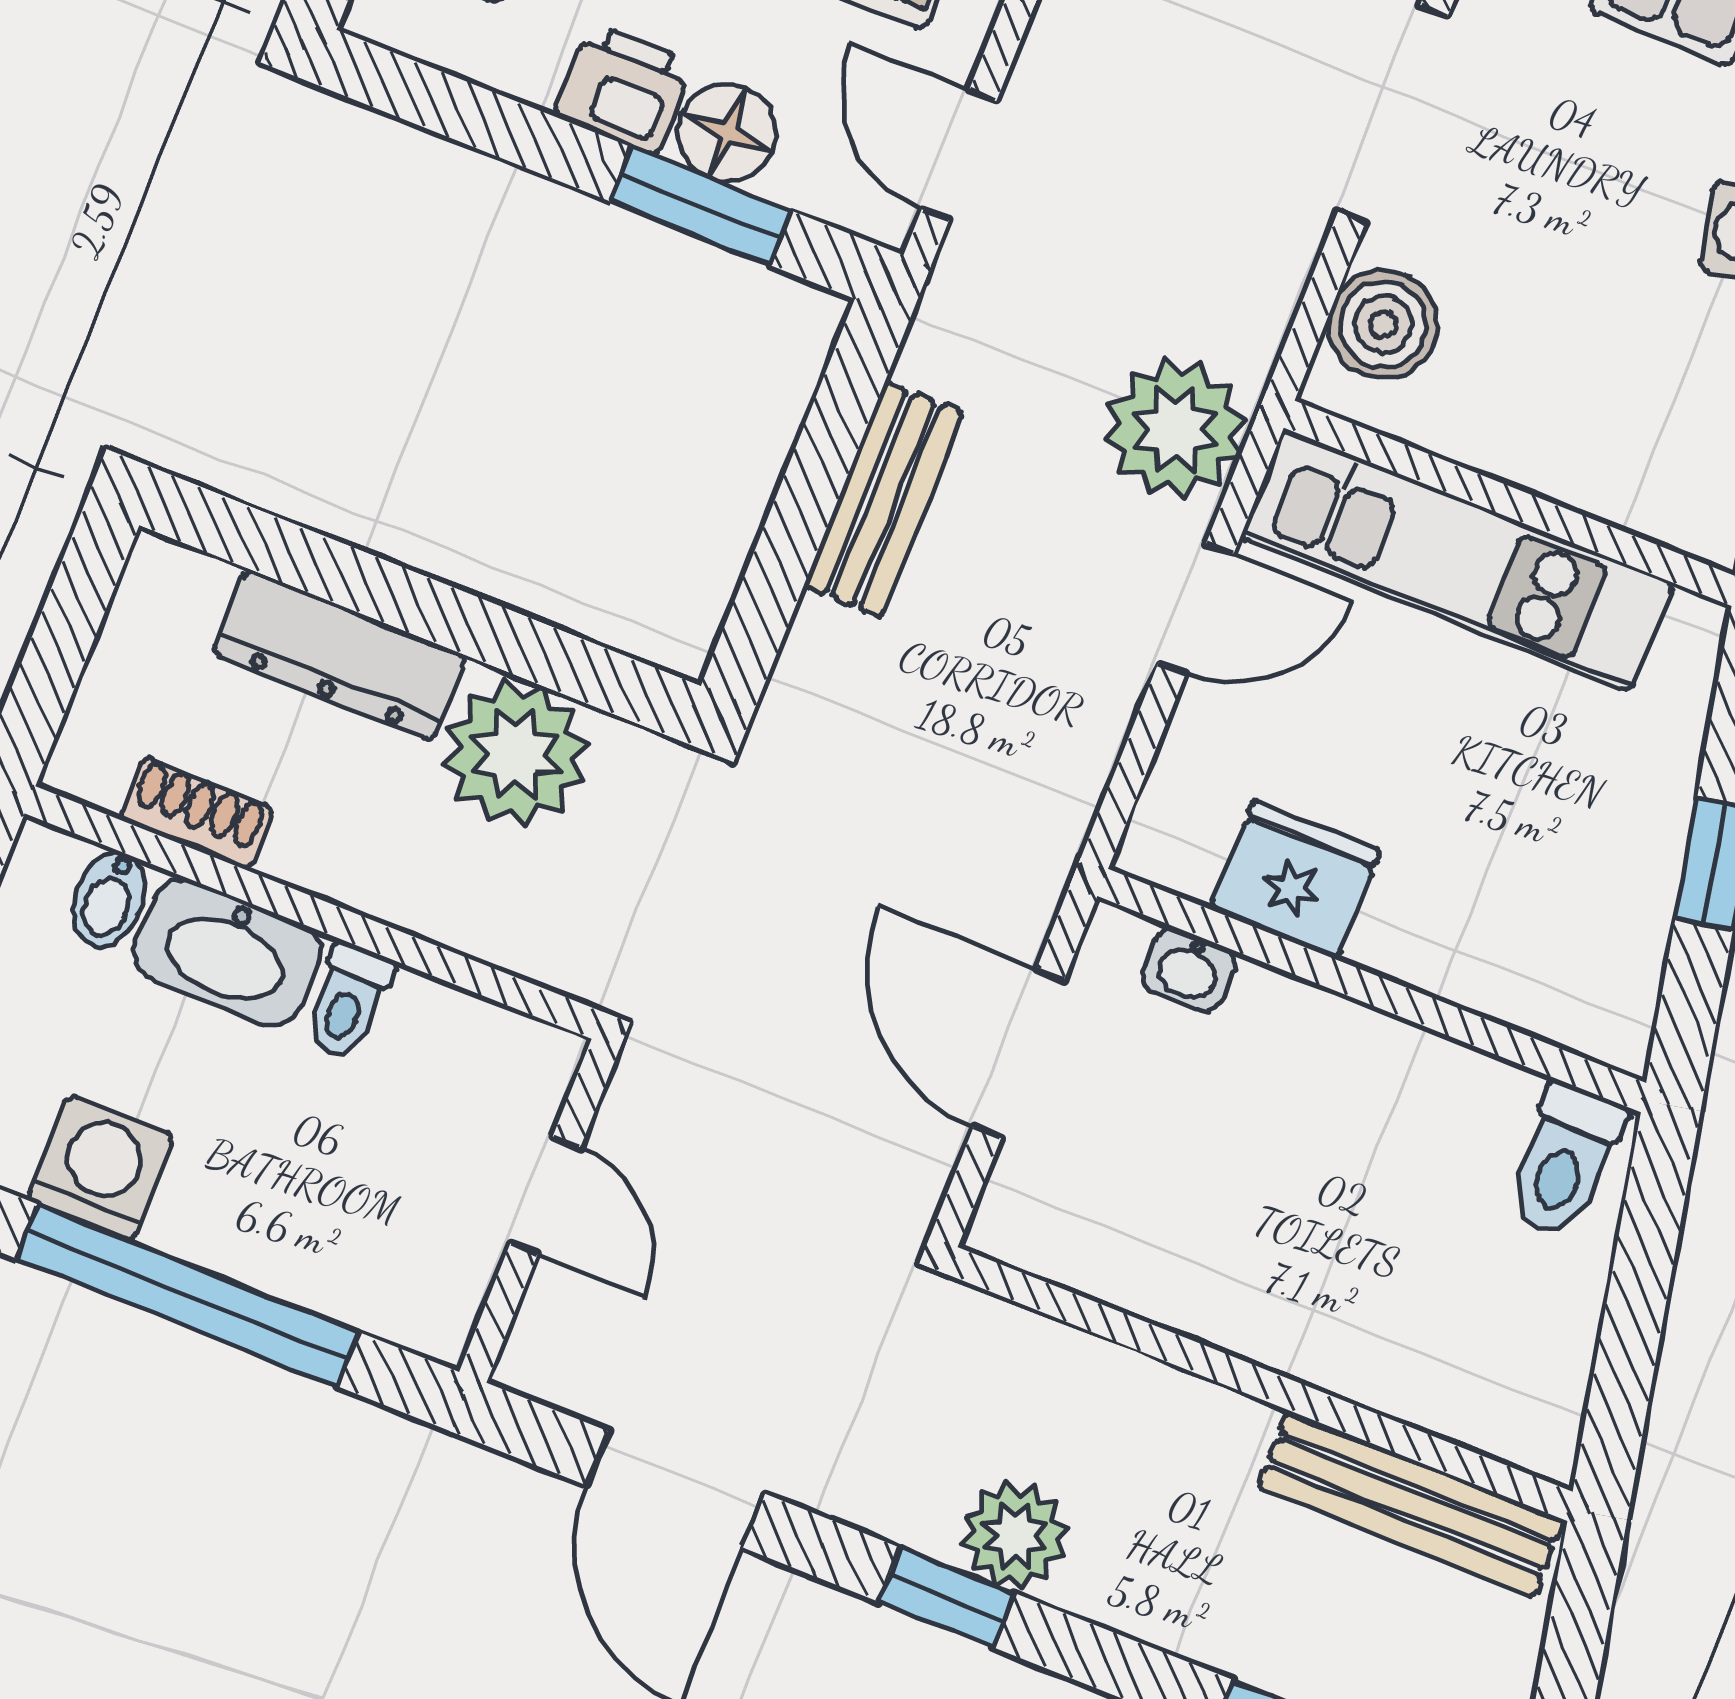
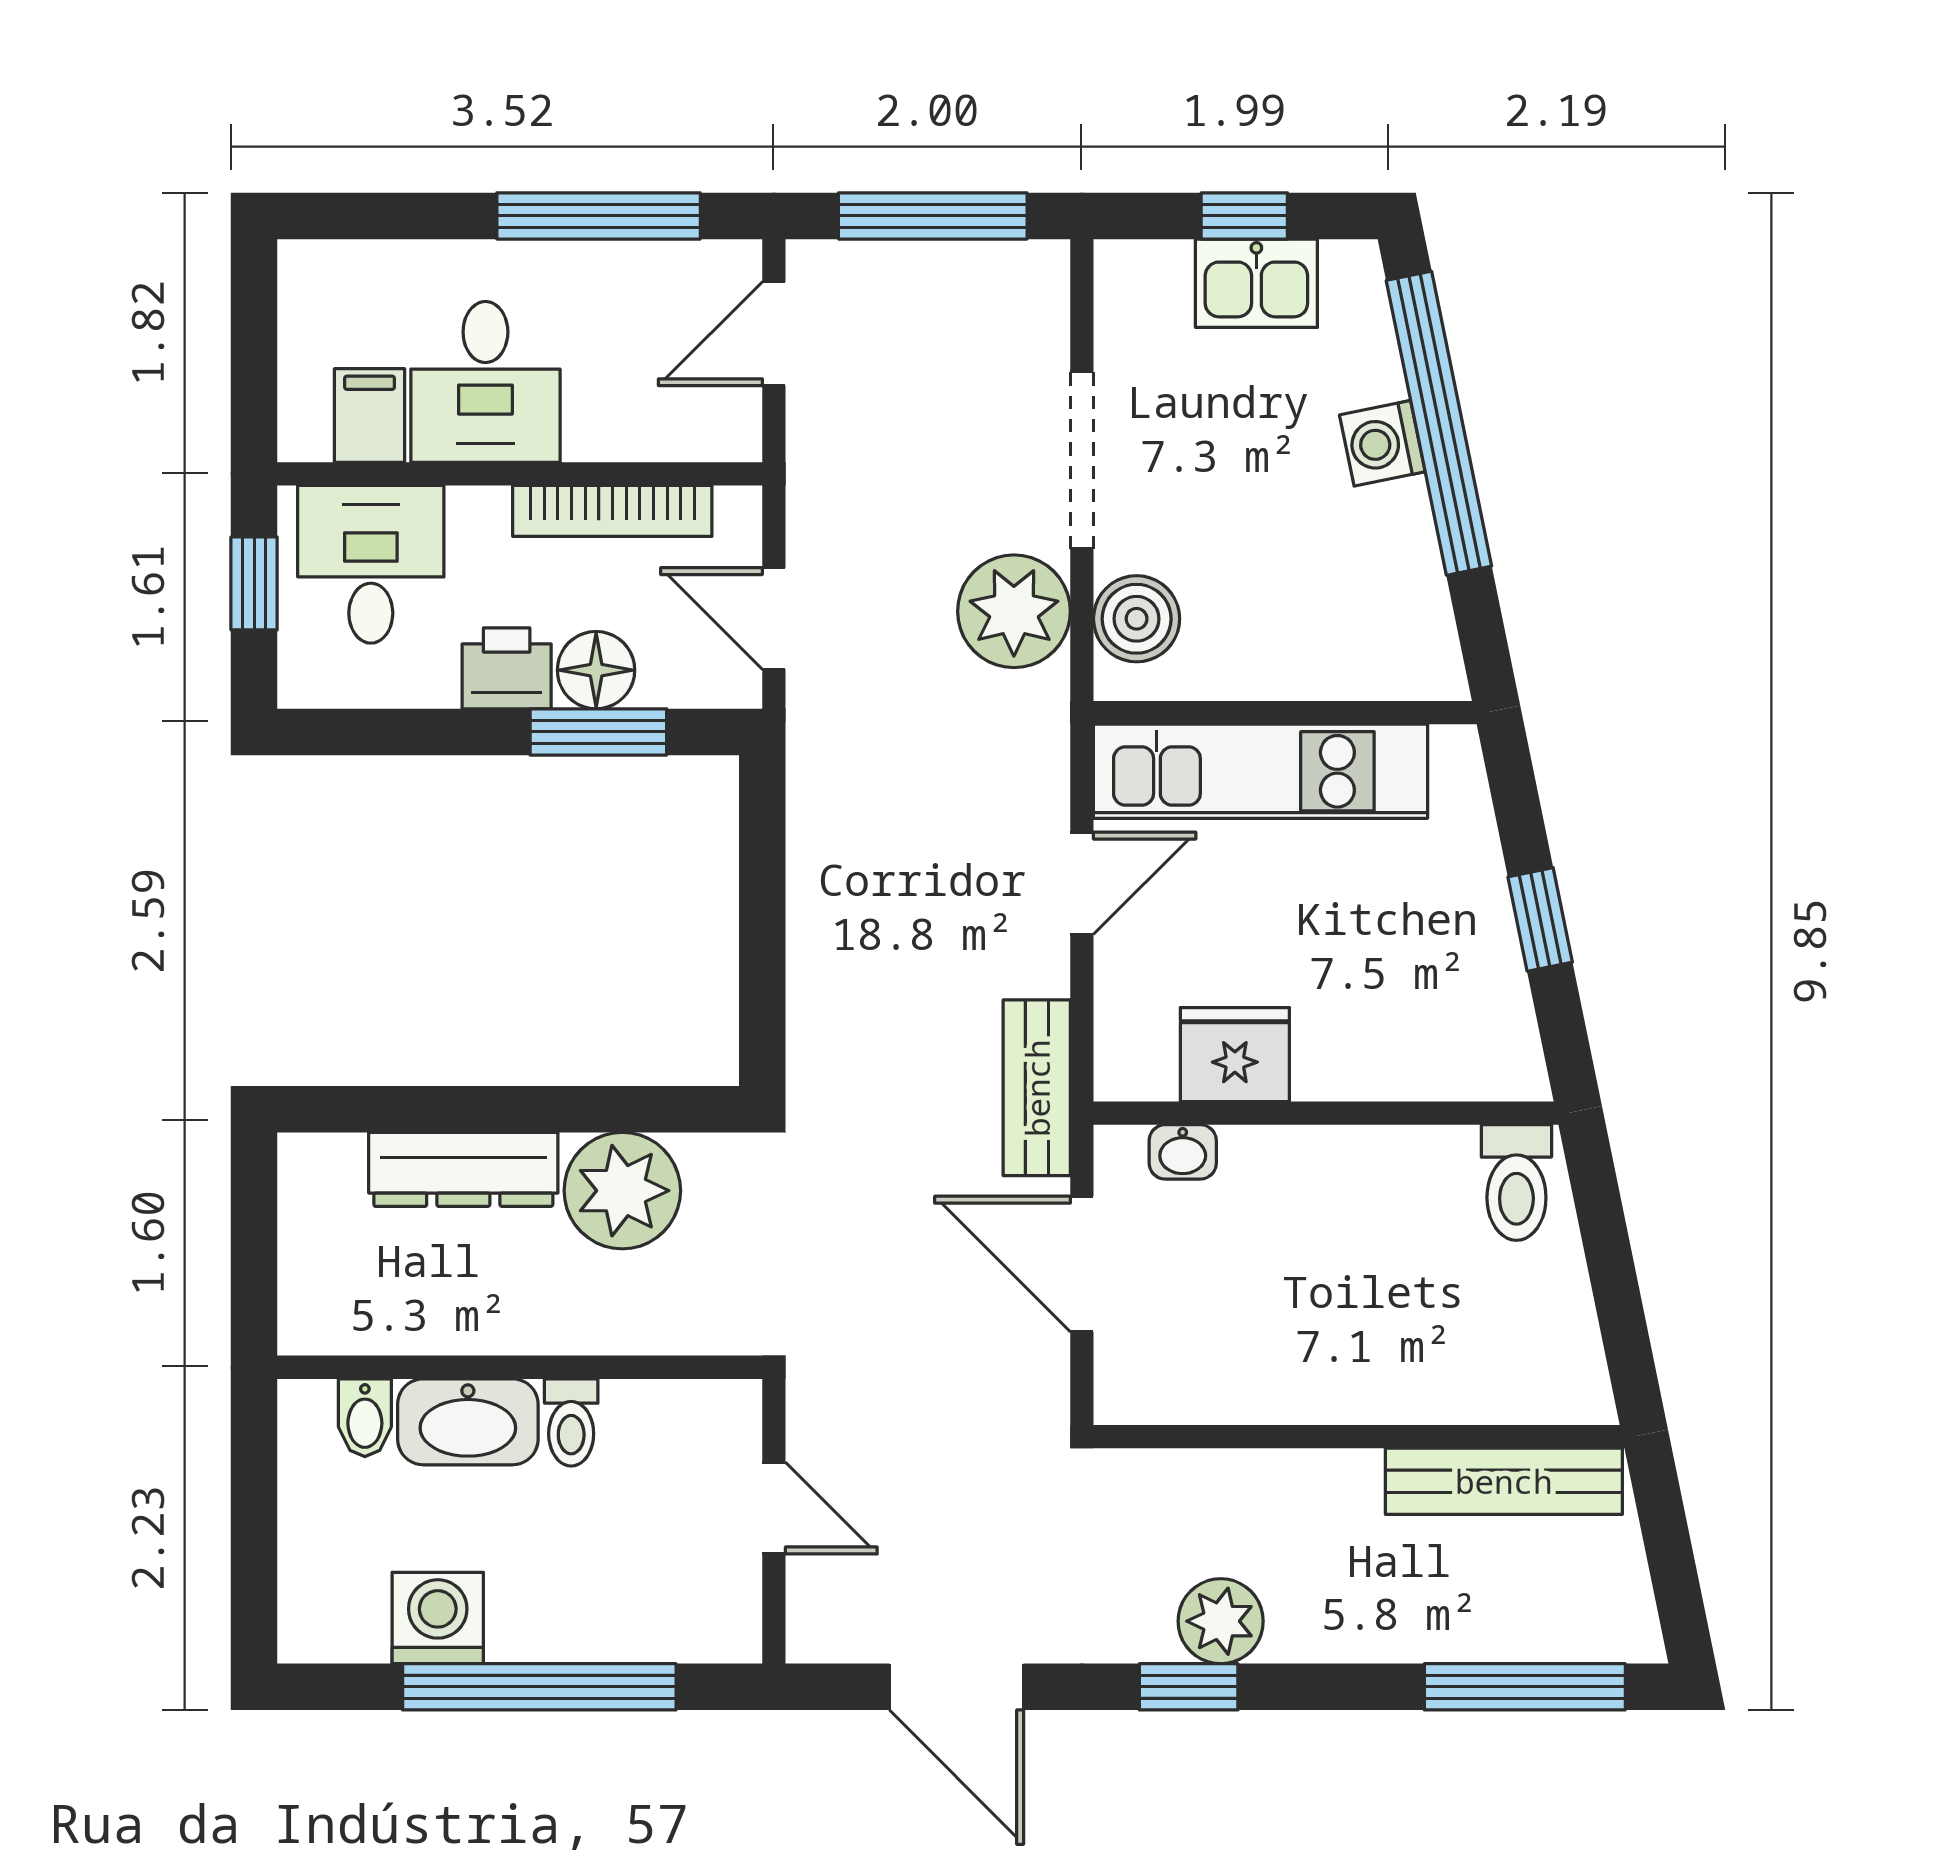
plant: (1175, 429) -> (1014, 611), moved
bench: (883, 499) -> (1037, 1088), moved
shoe rack: (197, 813) -> (404, 1328), removed

